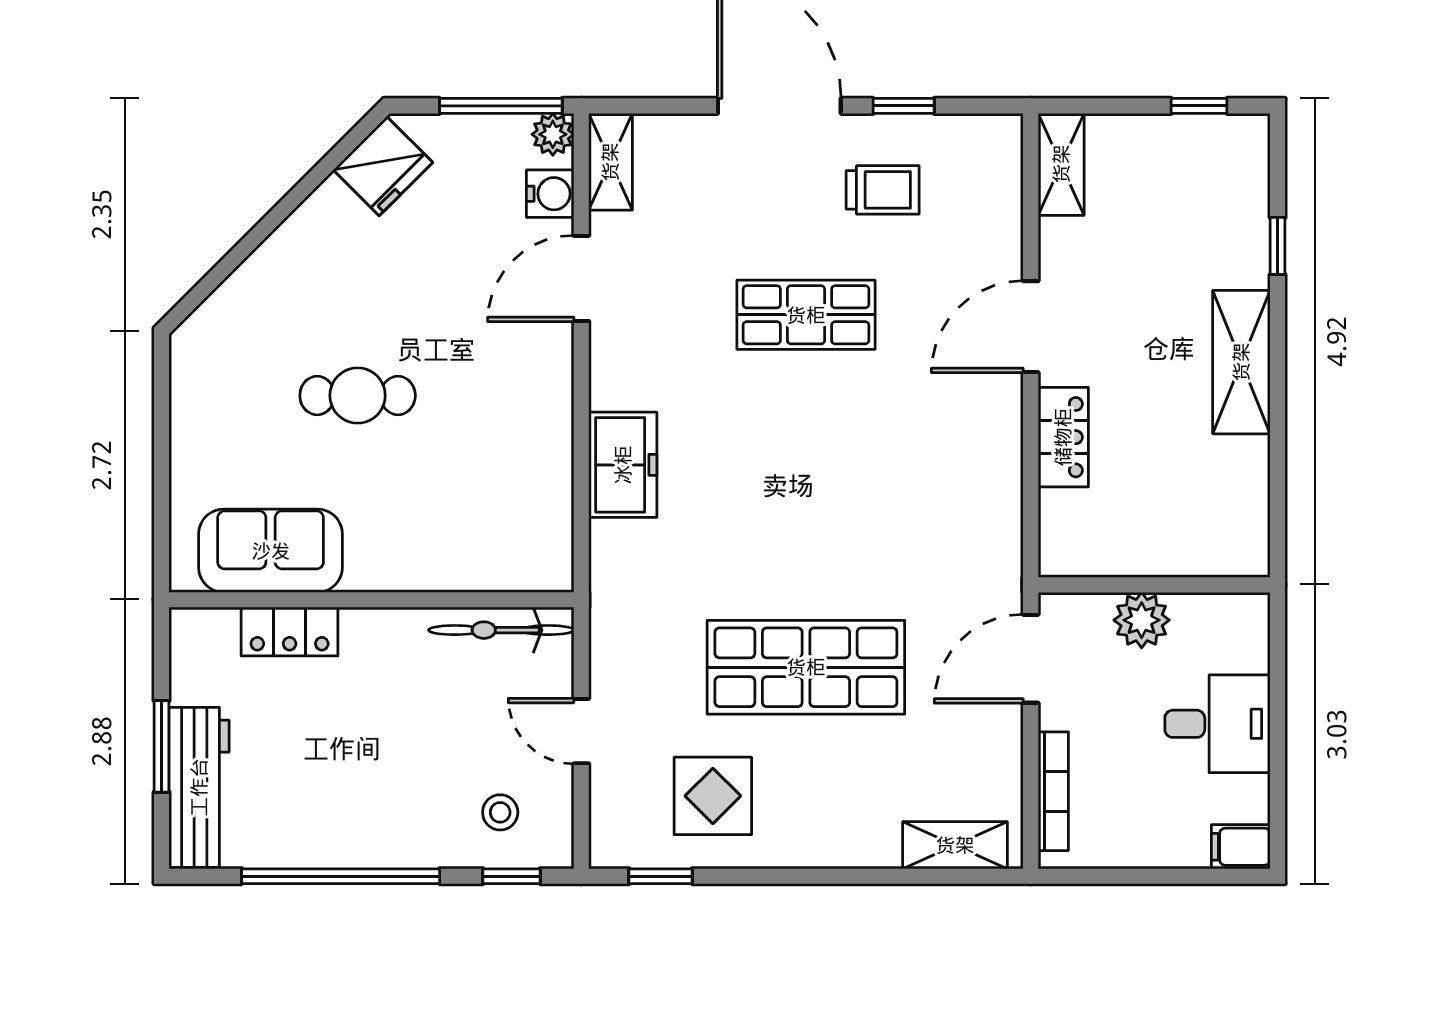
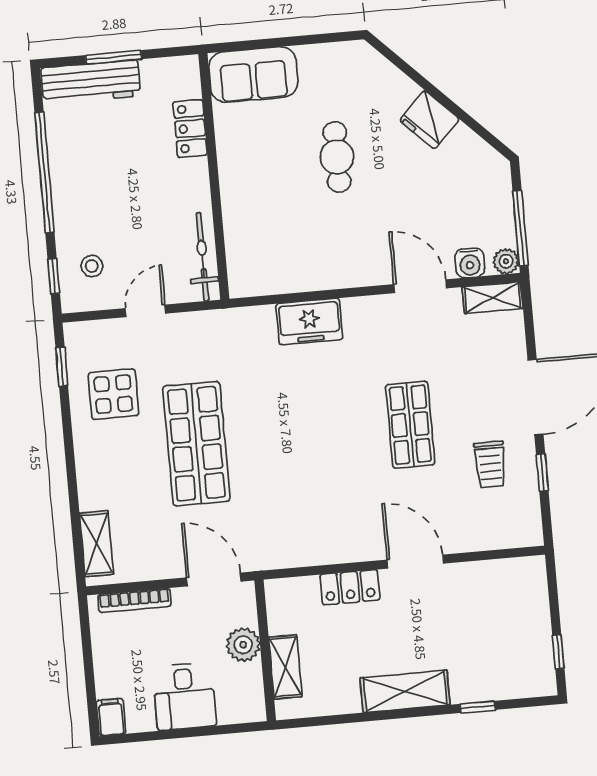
shelving: (1061, 164) -> (285, 667), moved, turned 90
fridge: (383, 166) -> (429, 120), moved
sofa: (271, 551) -> (253, 74), moved, turned 90

